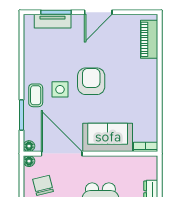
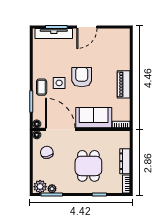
tv unit: (53, 21) -> (54, 33), width x1.41
piano: (149, 39) -> (124, 84), moved

